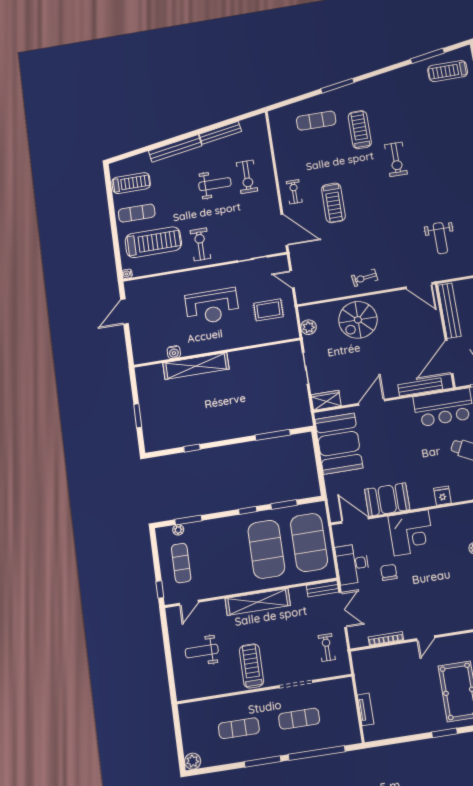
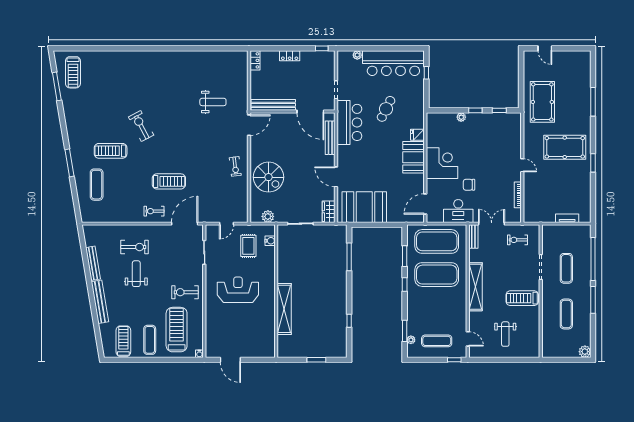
exercise bike: (396, 159) -> (141, 126), turned -118
reception desk: (212, 306) -> (238, 290), turned -90
water cooler: (174, 352) -> (270, 241), moved
booth: (387, 499) -> (414, 157), moved

